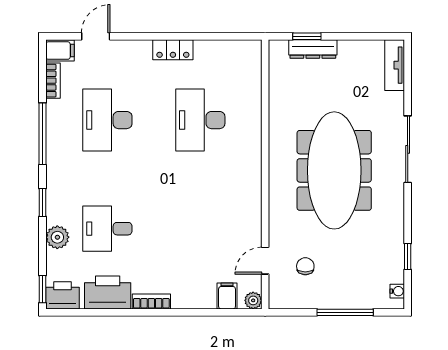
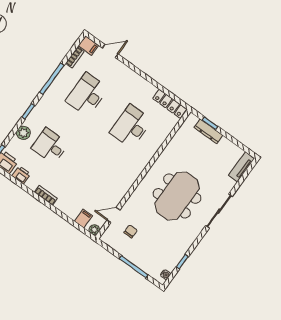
locker: (173, 50) -> (170, 104), moved, width x1.53
meeting table: (334, 170) -> (177, 196), width x0.73
printer: (108, 292) -> (21, 175), width x0.53, depth x0.68

